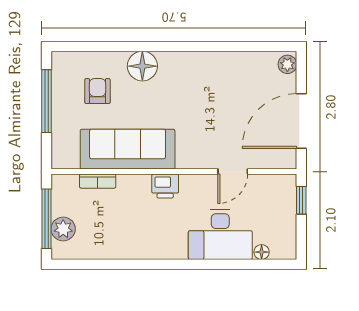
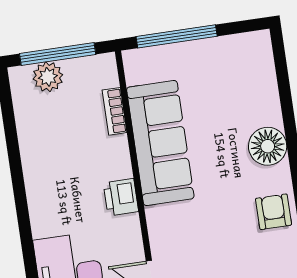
armchair: (97, 91) -> (274, 212), moved, turned -90
window: (47, 101) -> (177, 36), moved

